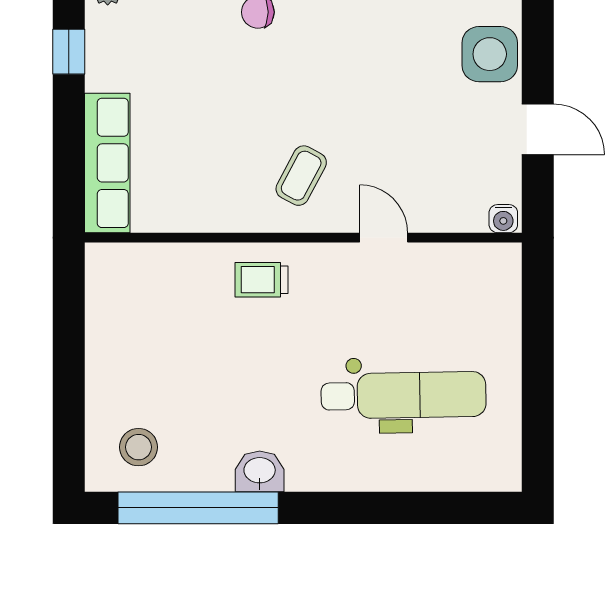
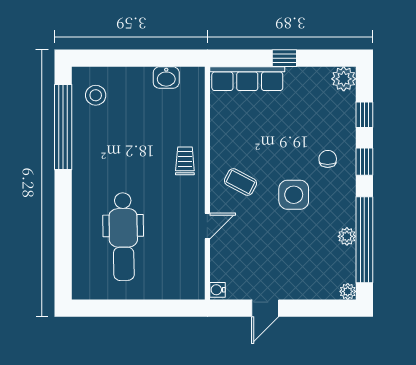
window: (69, 52) -> (284, 58), moved
side table: (490, 54) -> (294, 195), moved
washbasin: (260, 471) -> (166, 78), moved, turned 90

